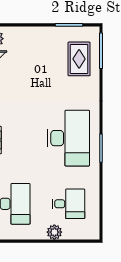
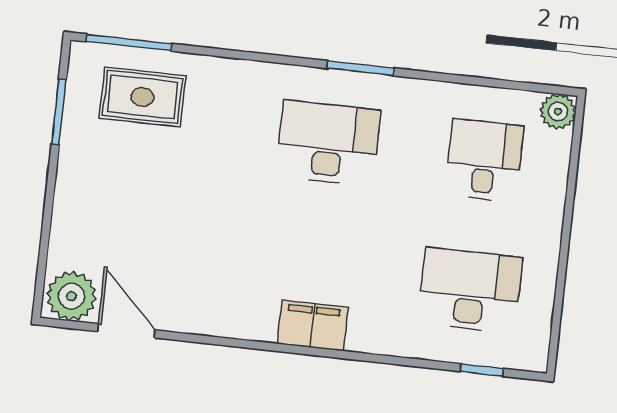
desk: (68, 138) -> (328, 143), width x0.73, depth x0.77
plant: (54, 232) -> (558, 112), moved

